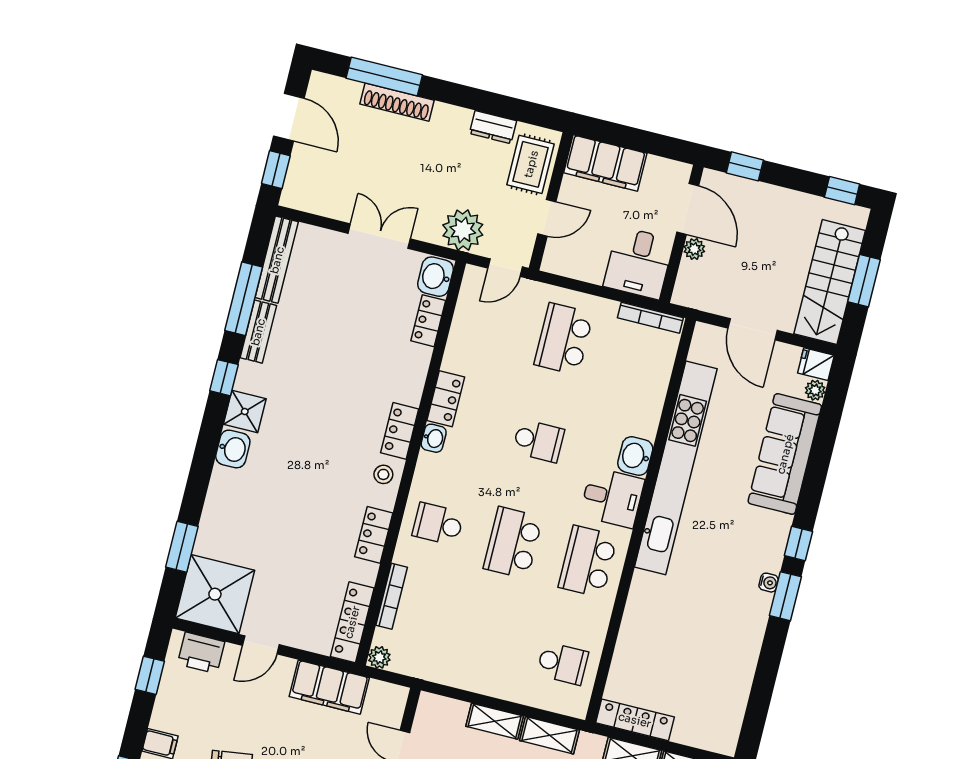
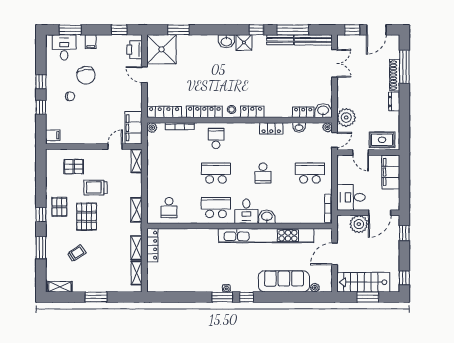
dresser: (493, 127) -> (394, 101), moved
double door: (379, 236) -> (335, 63), moved
plant: (694, 249) -> (359, 224), width x1.87, depth x1.87
door: (505, 268) -> (335, 140), swing flipped
plant: (474, 276) -> (327, 127), added
fridge: (816, 364) -> (326, 285), removed
washbasin: (434, 438) -> (299, 127), moved
locker: (374, 535) -> (204, 112), width x1.53
filing cabinet: (329, 687) -> (133, 128), moved
shelving: (495, 721) -> (137, 161), moved

